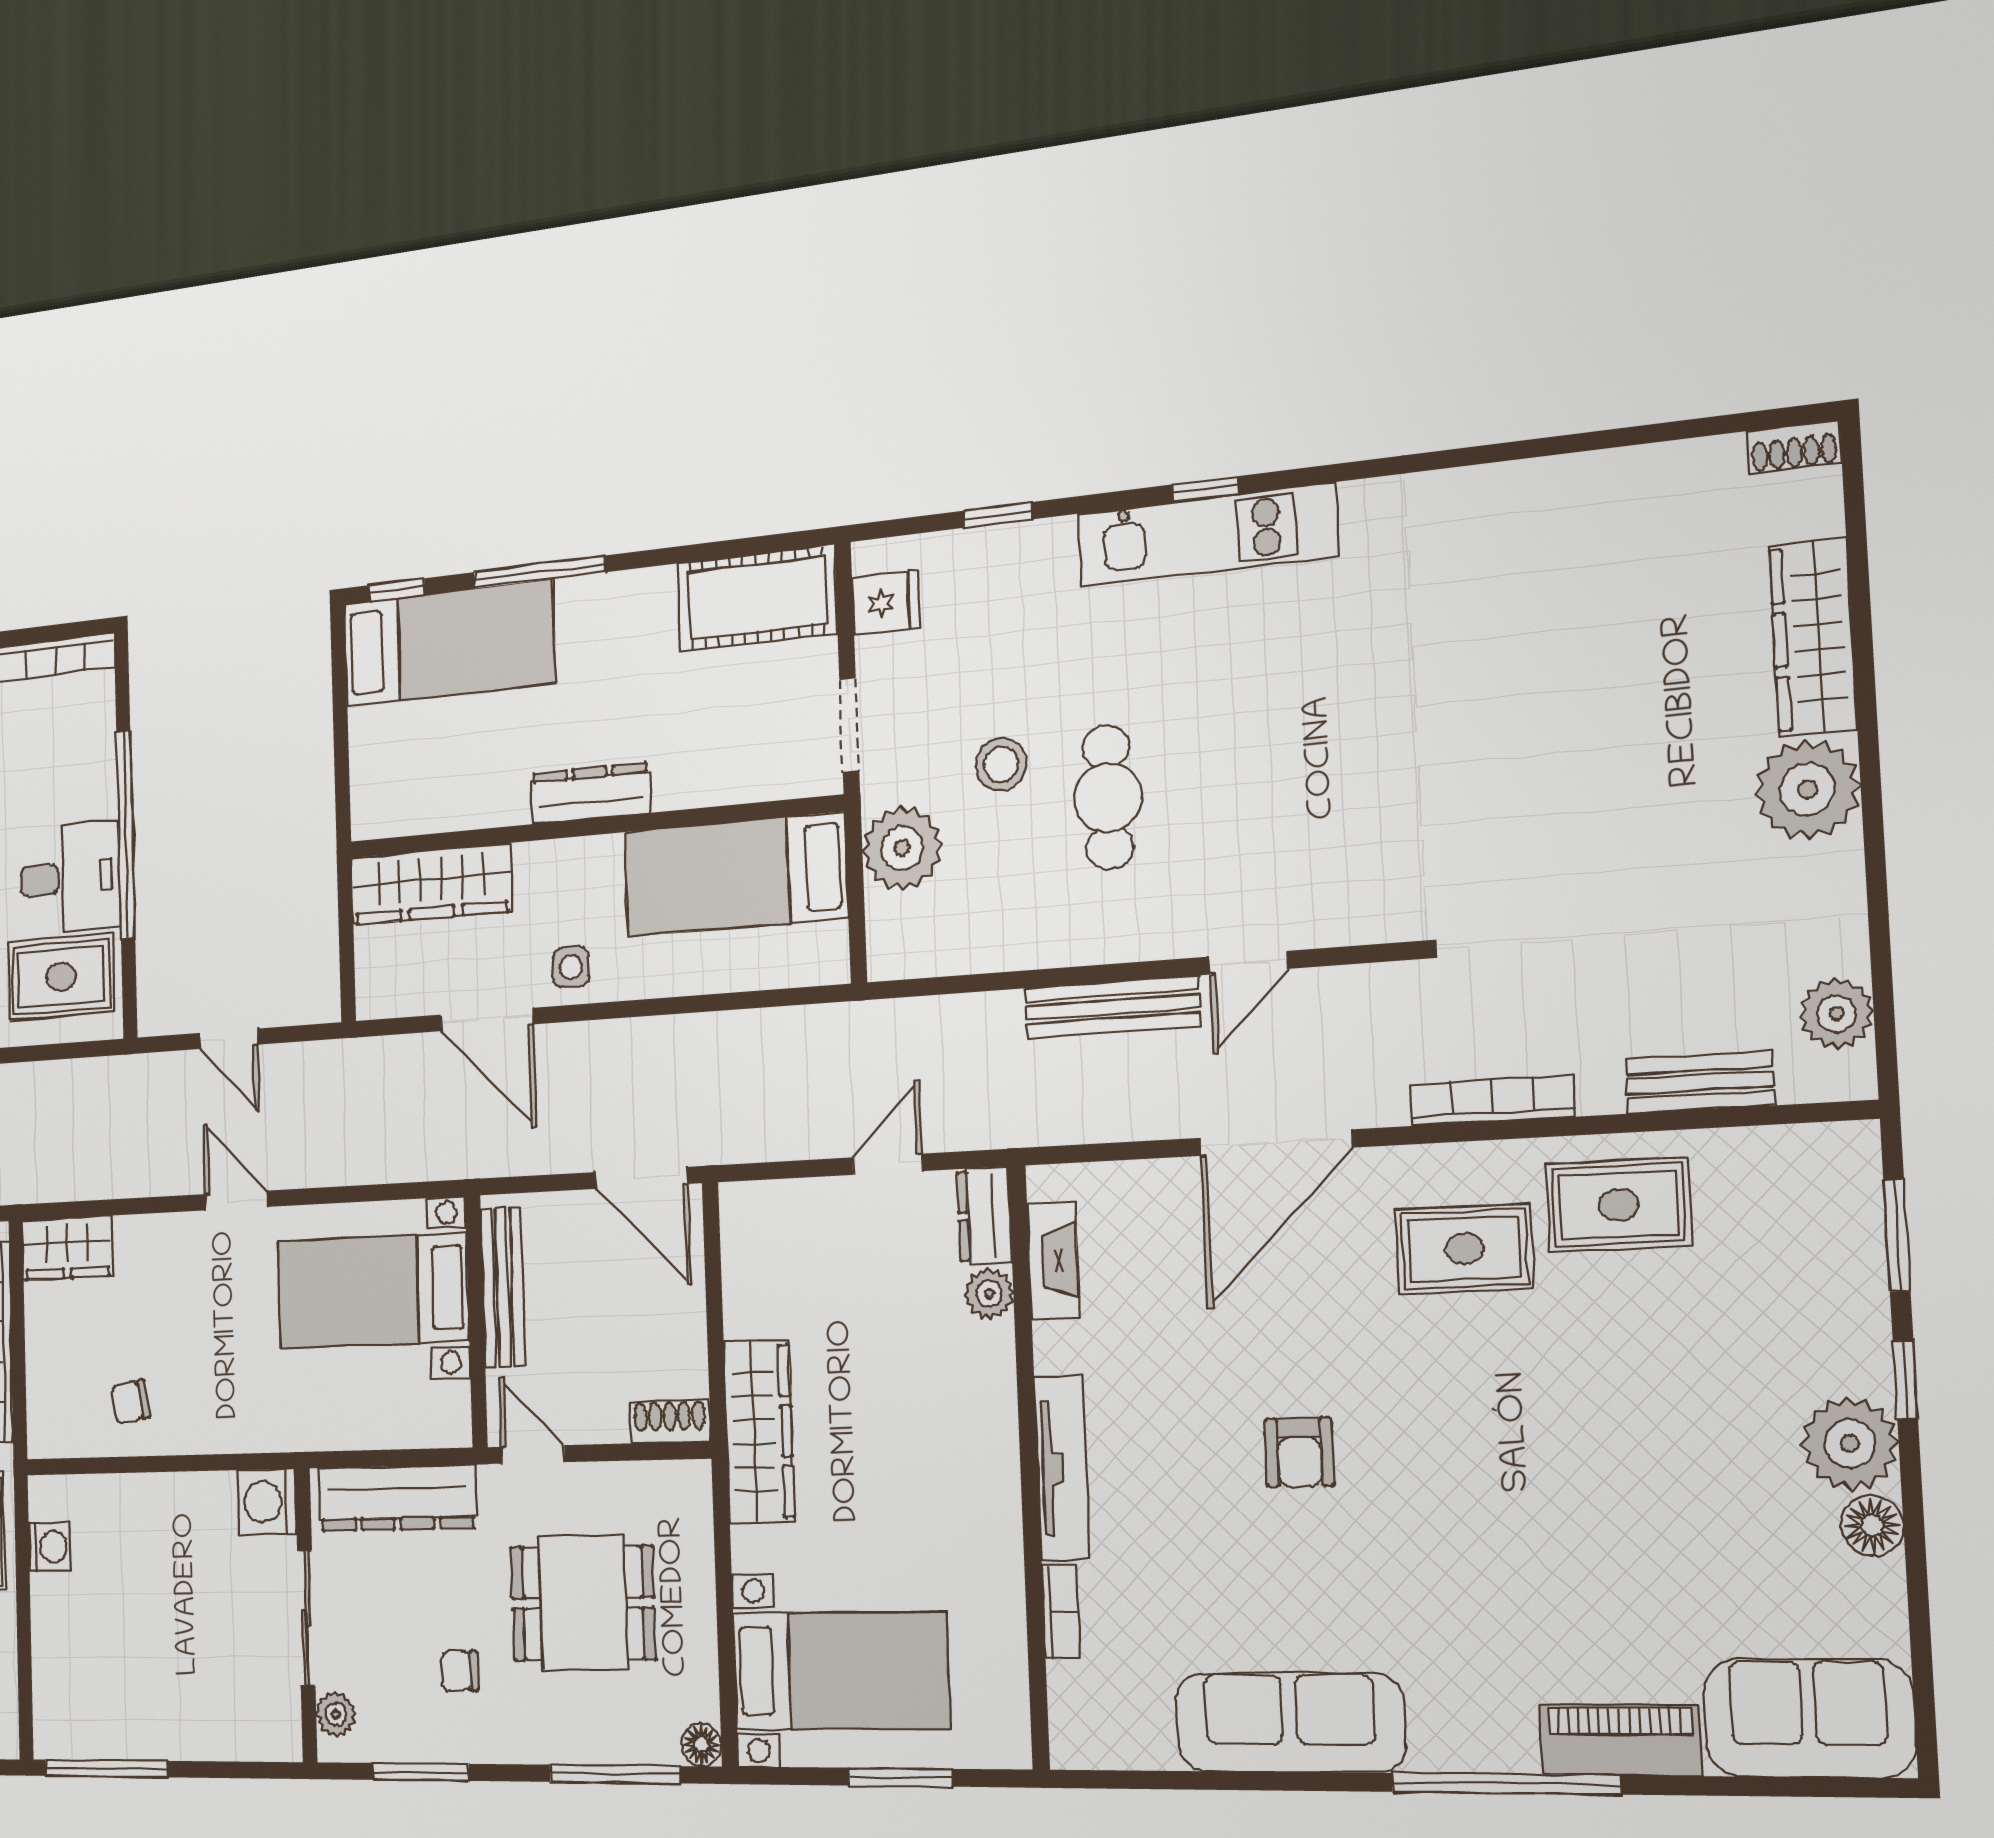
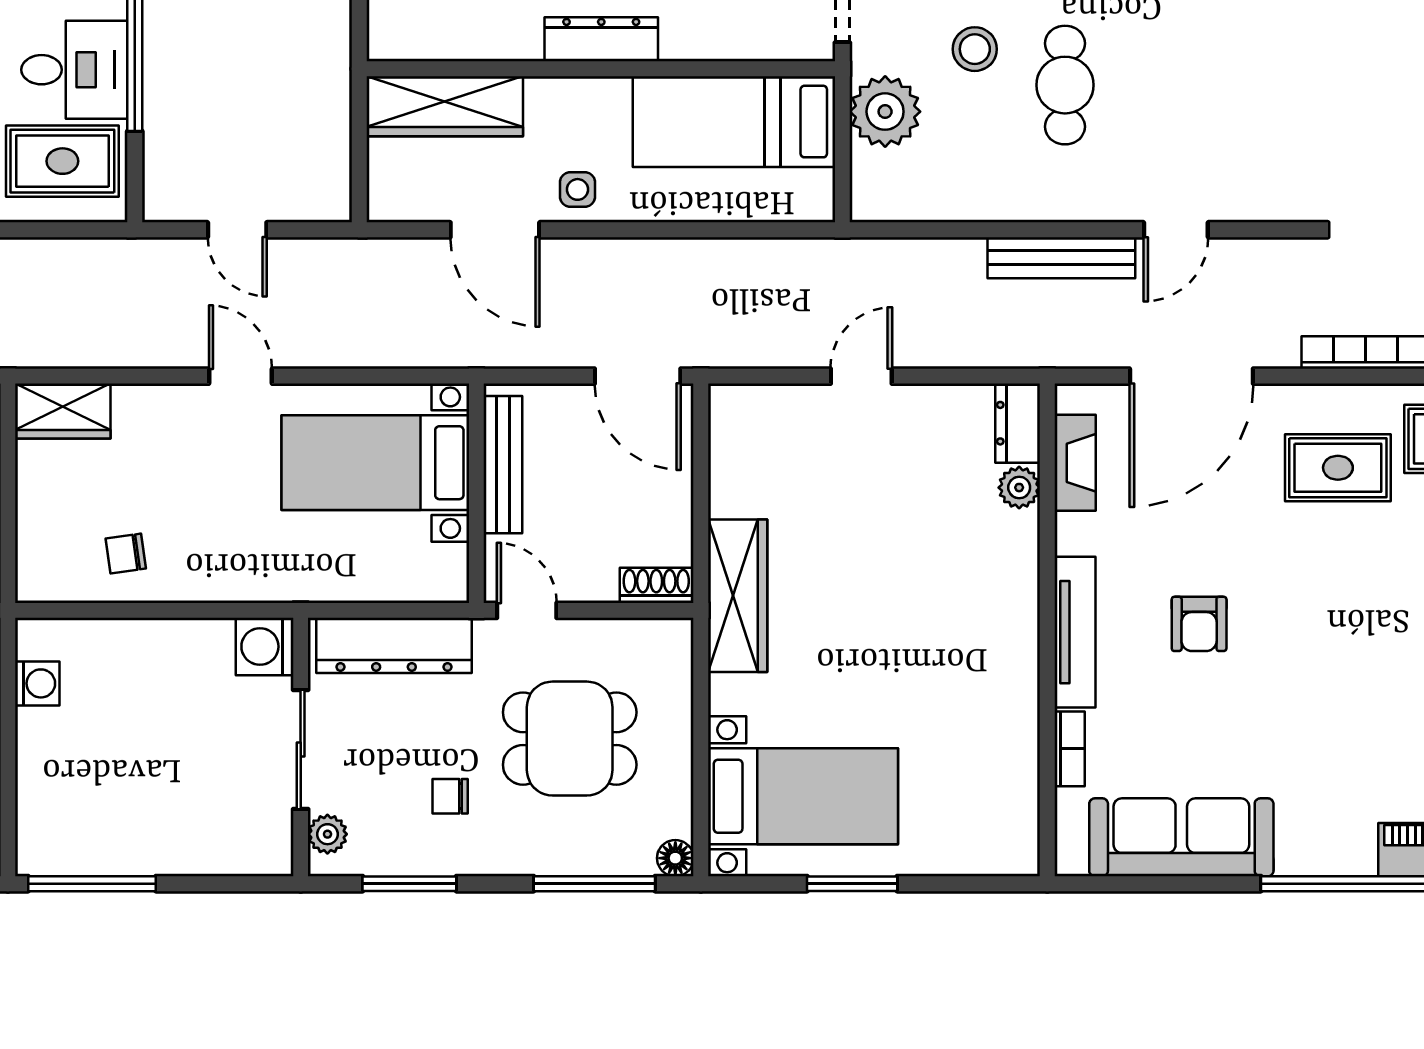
dresser: (984, 1216) -> (1018, 423), moved
fireplace: (1053, 1261) -> (1075, 463), moved
plant: (989, 1294) -> (1019, 488), moved
wall: (1029, 1466) -> (1047, 630), moved
tv unit: (1062, 1468) -> (1075, 632), moved
bookcase: (1061, 1612) -> (1070, 749), moved

